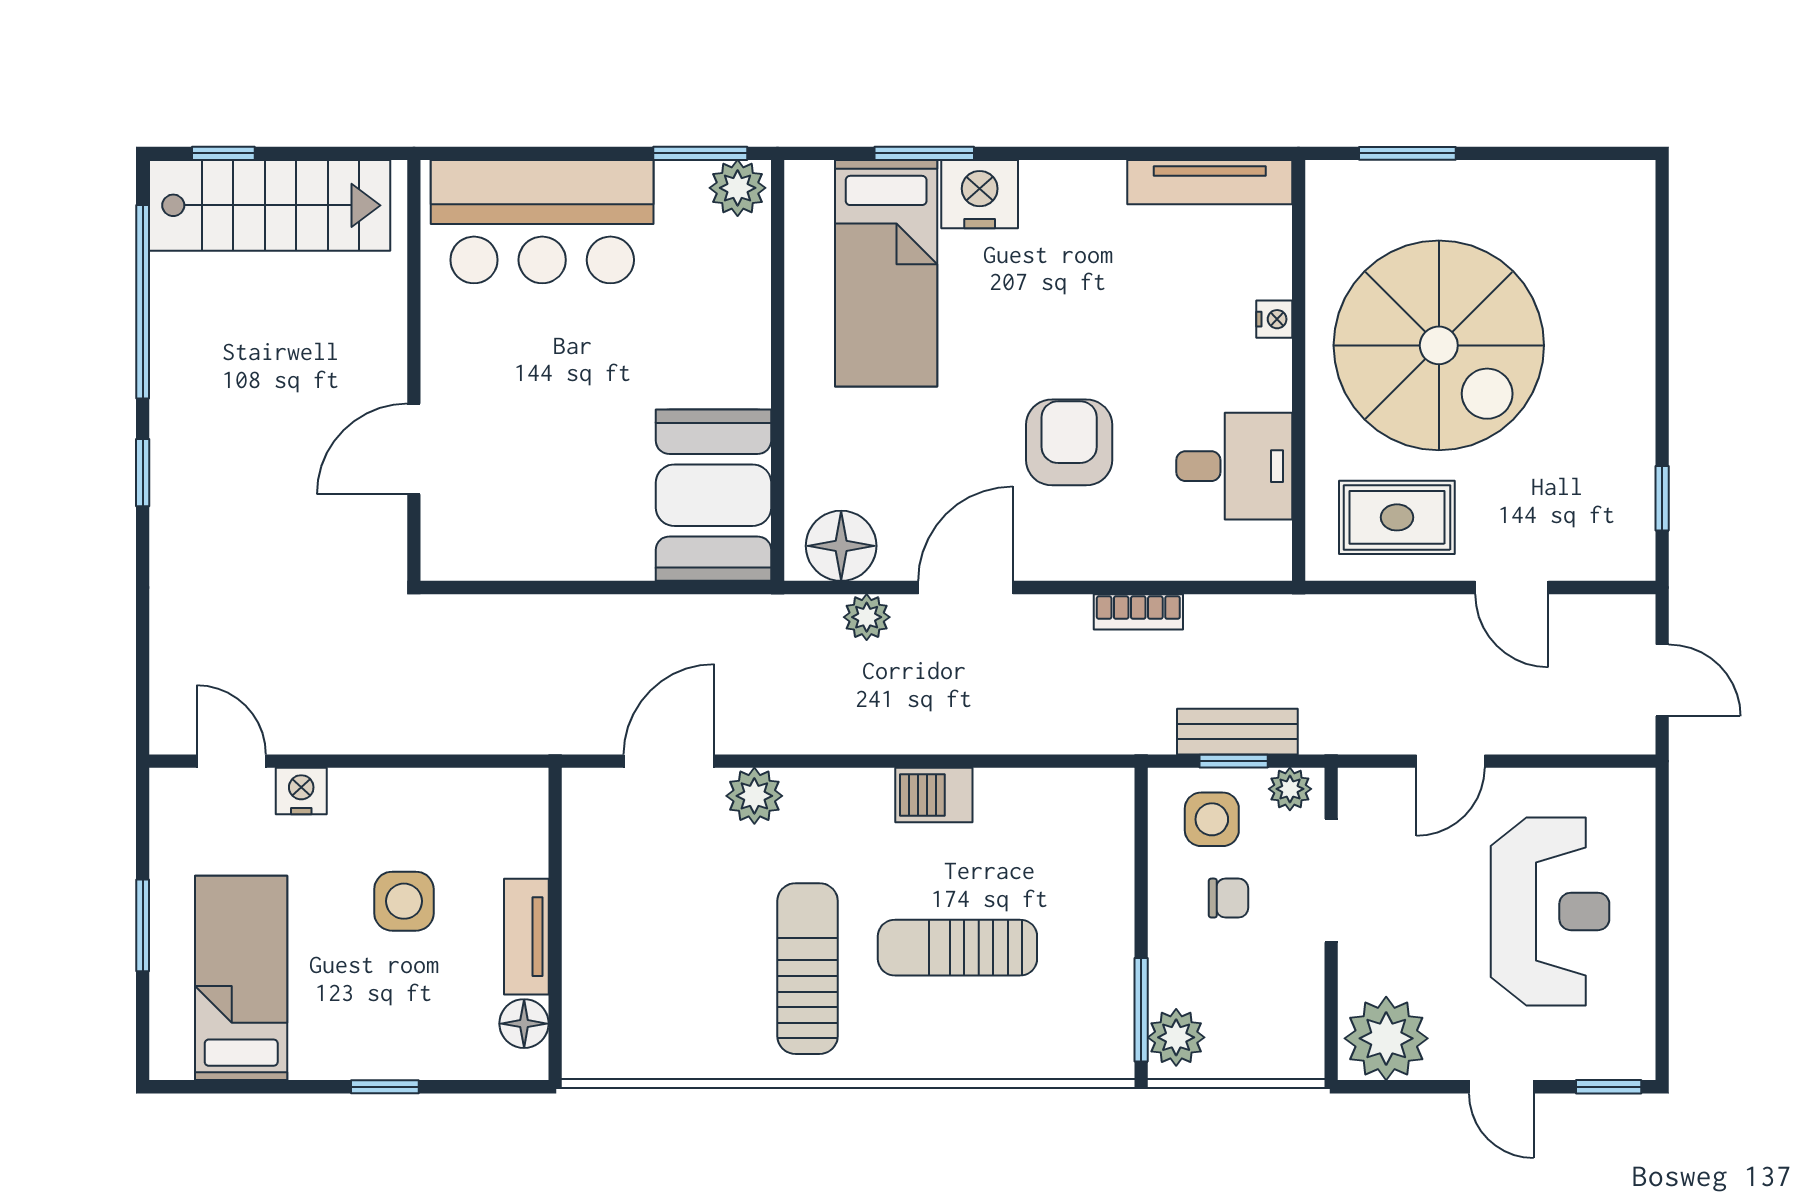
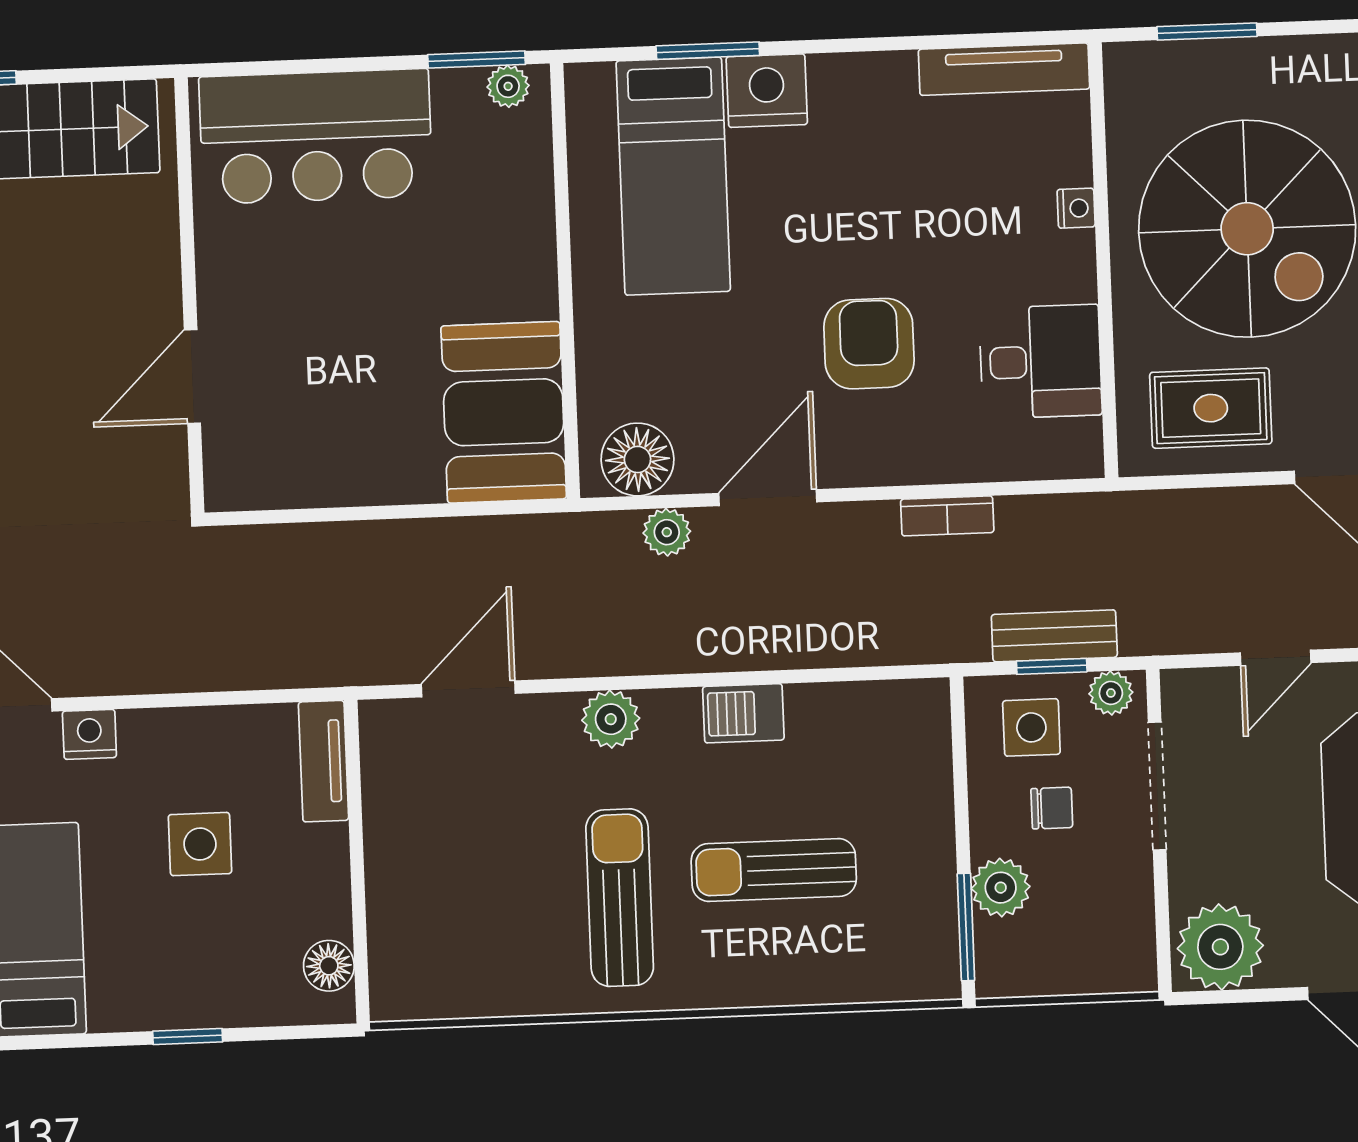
plant: (738, 188) -> (508, 86), width x0.73, depth x0.73
plant: (754, 796) -> (611, 719), moved
tv unit: (526, 937) -> (323, 761), moved
plant: (1176, 1037) -> (1001, 888), moved

